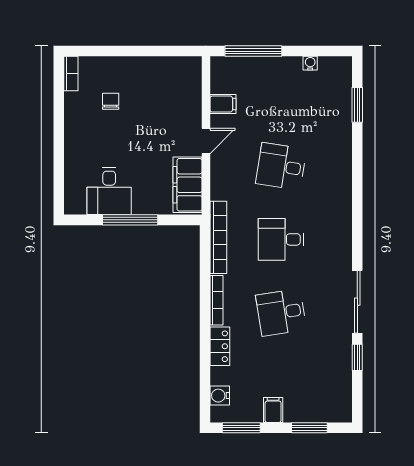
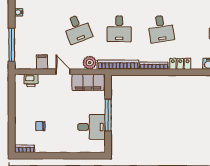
printer: (191, 85) -> (31, 80), added
desk: (281, 166) -> (78, 29), turned -30
plant: (222, 188) -> (90, 63), added

